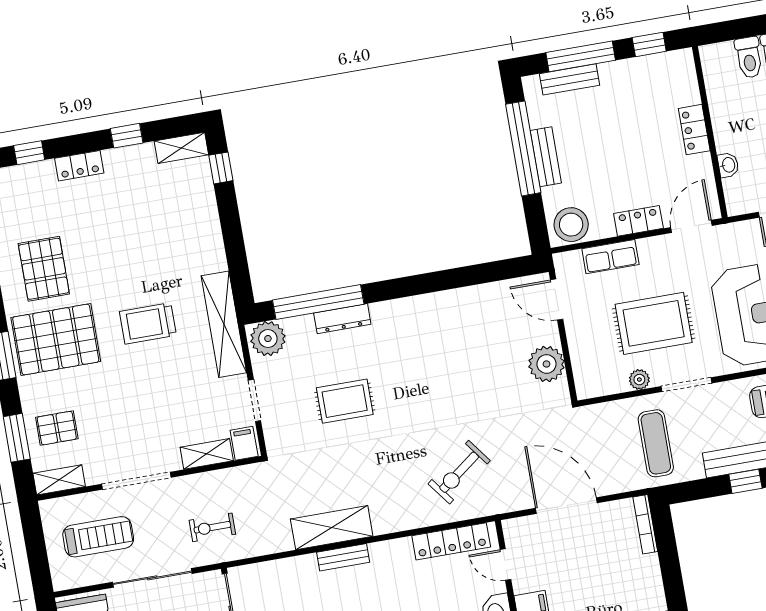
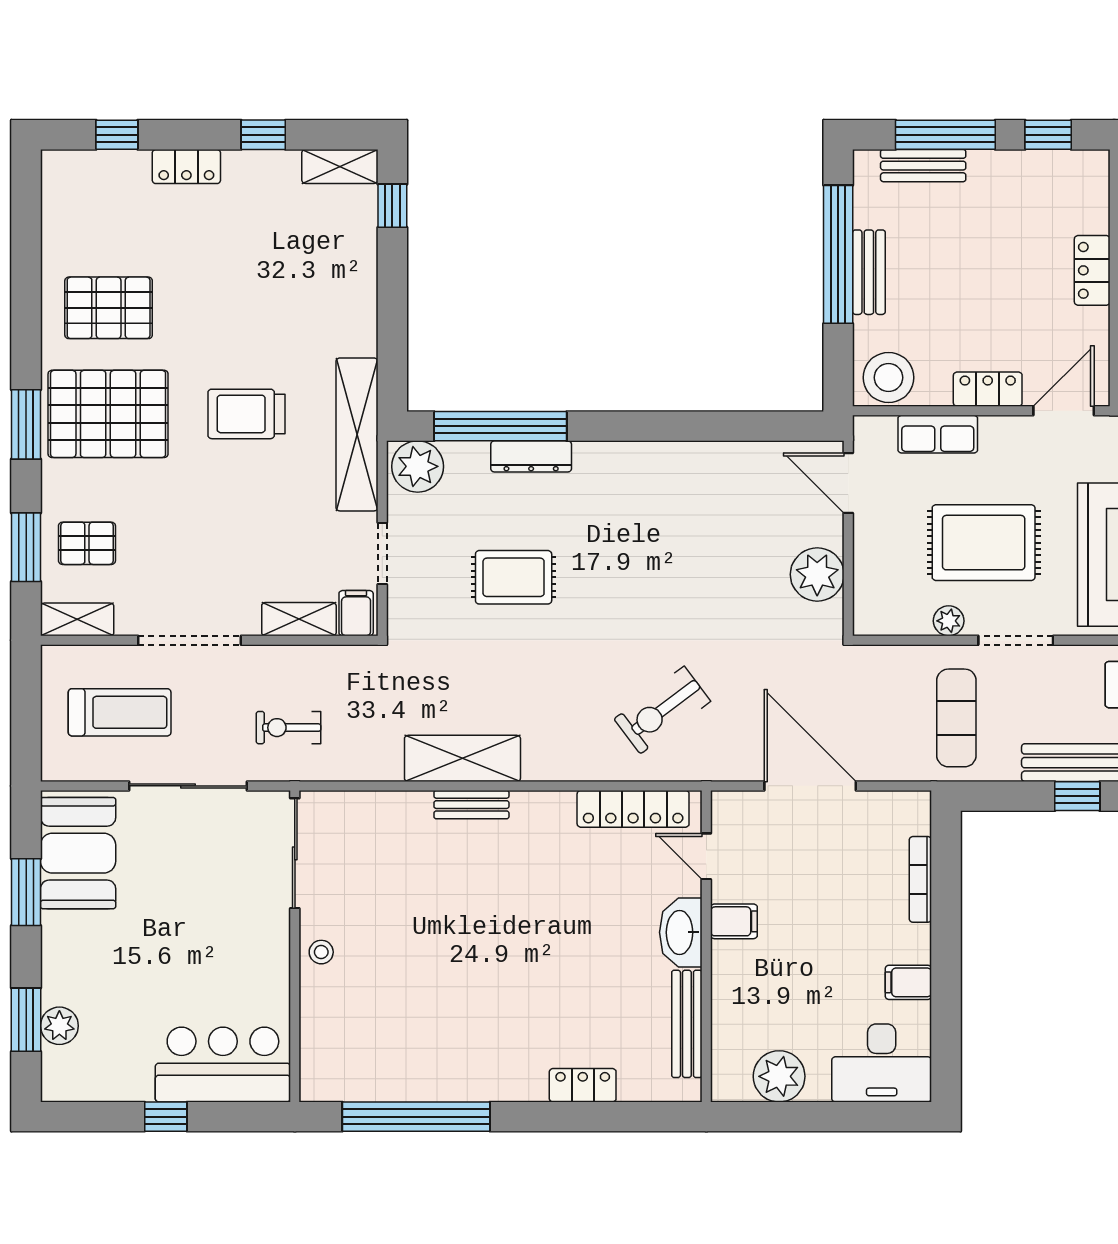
pallet: (44, 269) -> (109, 308), turned 90
bookcase: (645, 524) -> (920, 879), moved

